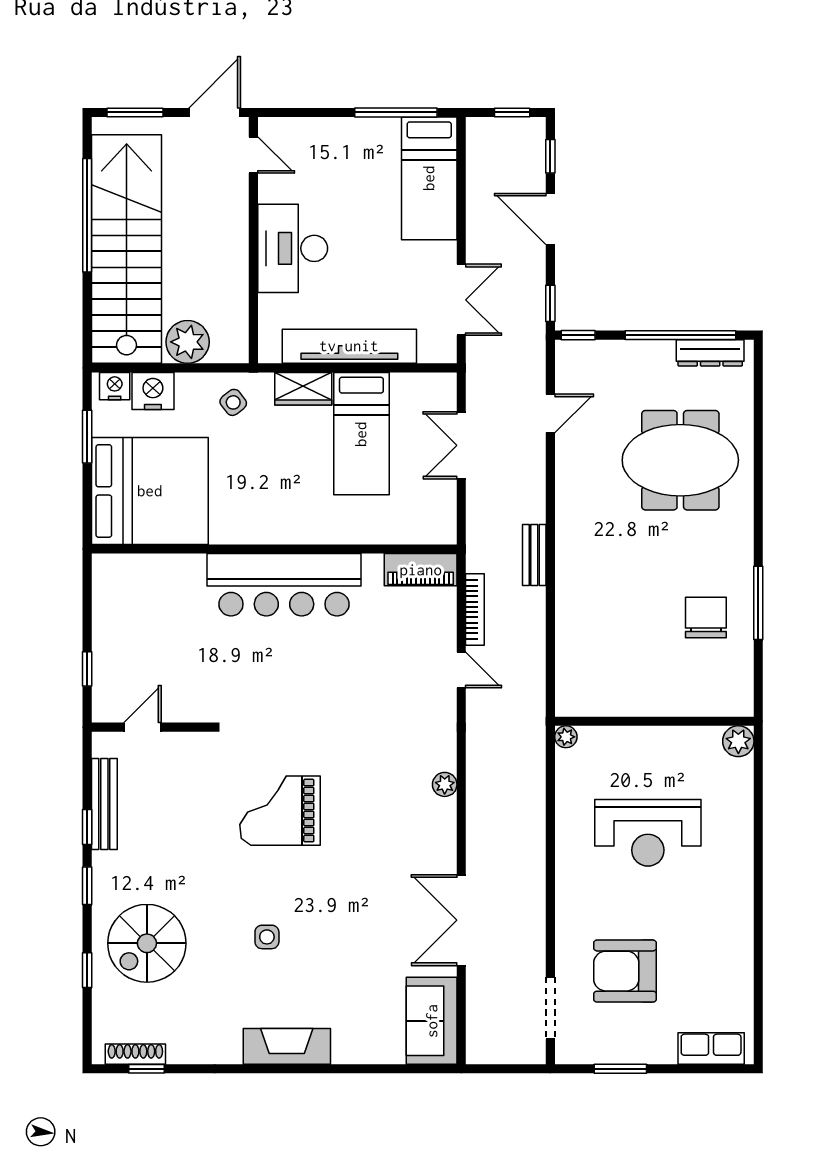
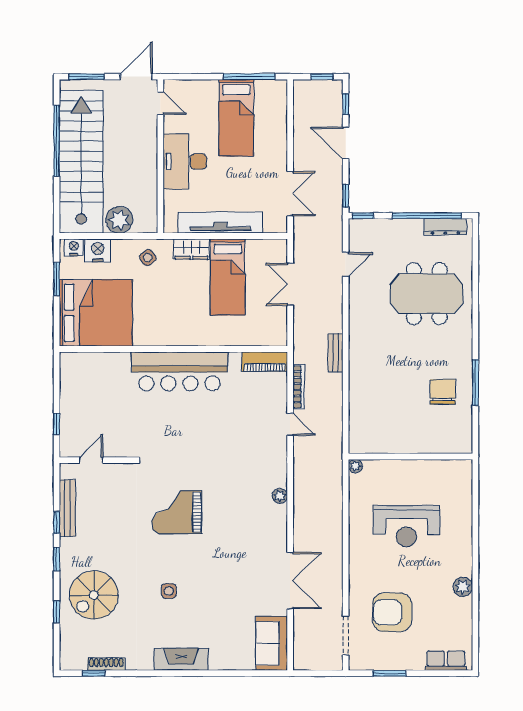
bed: (429, 178) -> (236, 118), moved
plant: (738, 741) -> (463, 587), moved
double door: (461, 920) -> (290, 581), swing flipped
shoe rack: (135, 1054) -> (106, 664), moved

